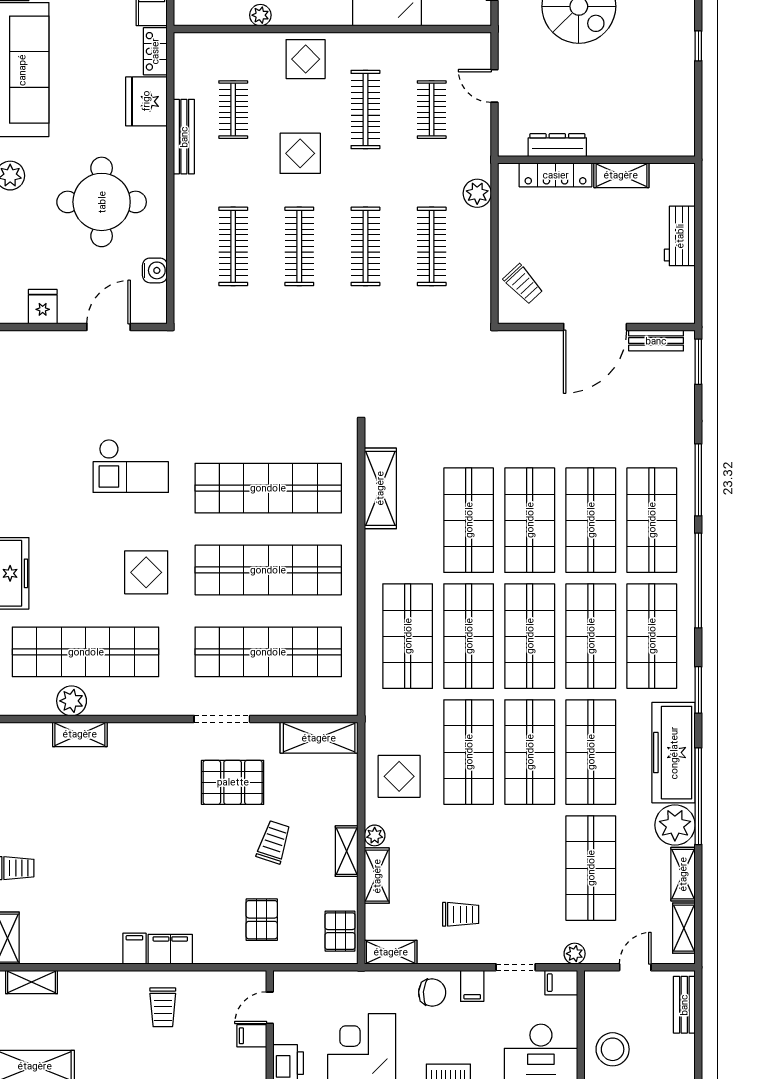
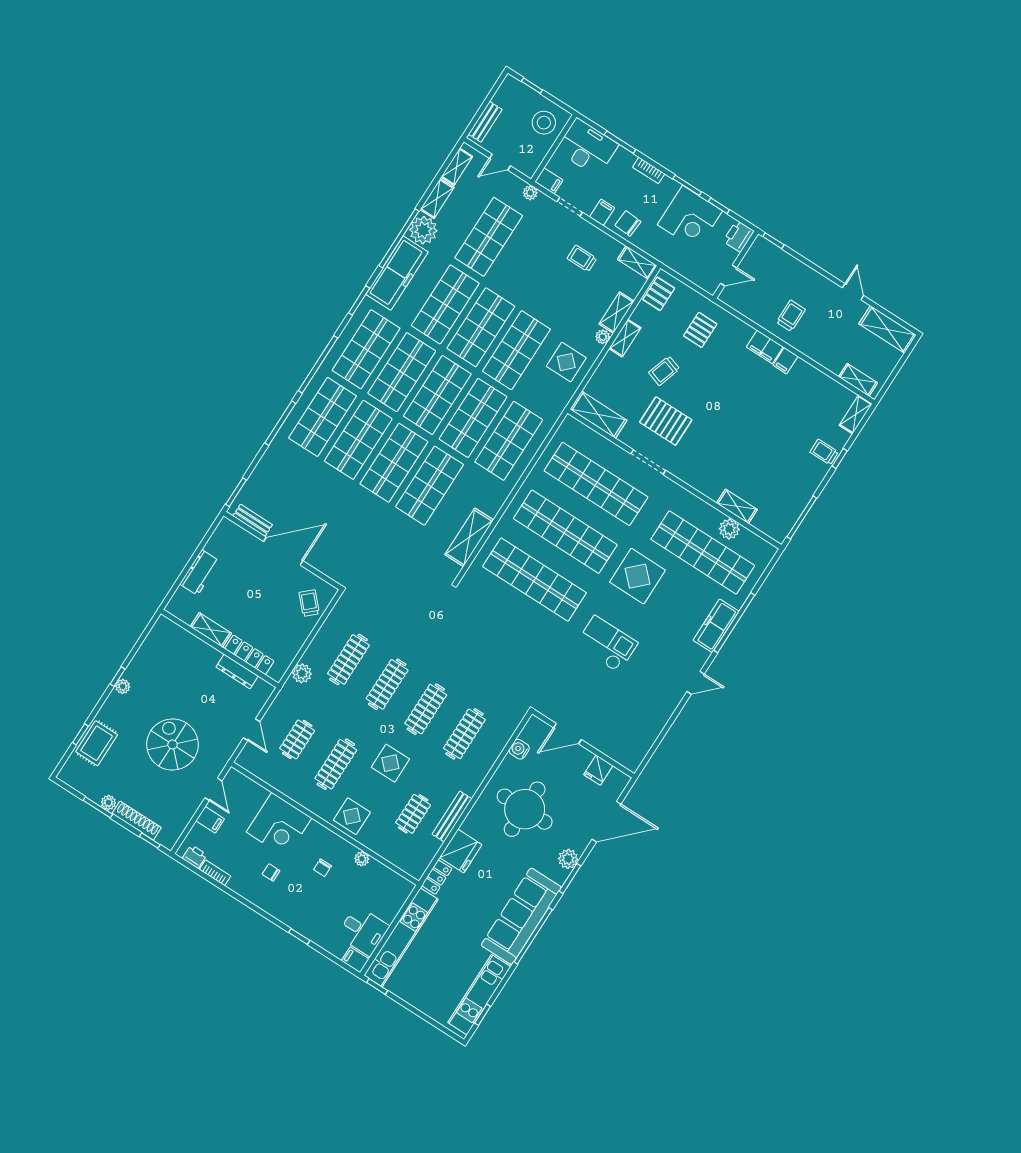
plant: (684, 38) -> (123, 686), added
display table: (146, 572) -> (637, 576), width x1.36, depth x1.36
filing cabinet: (252, 1036) -> (750, 266), removed

